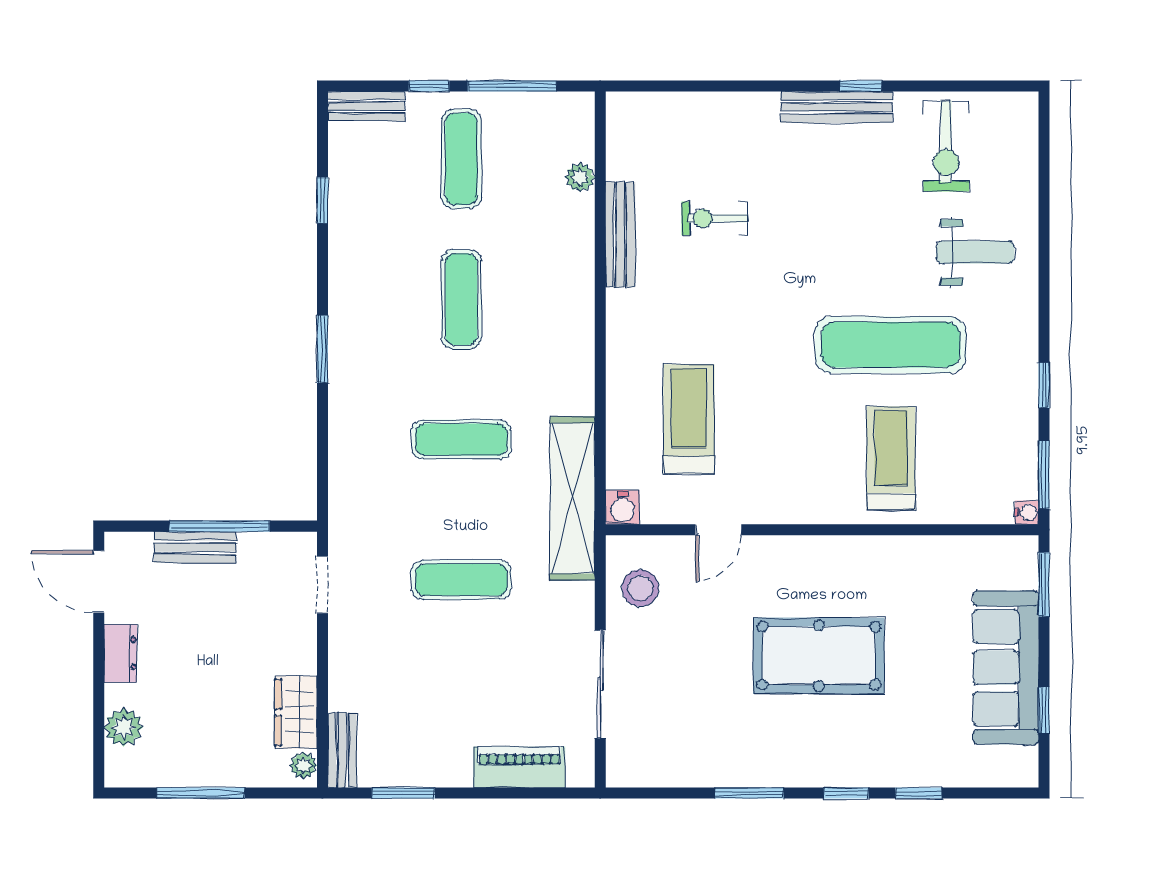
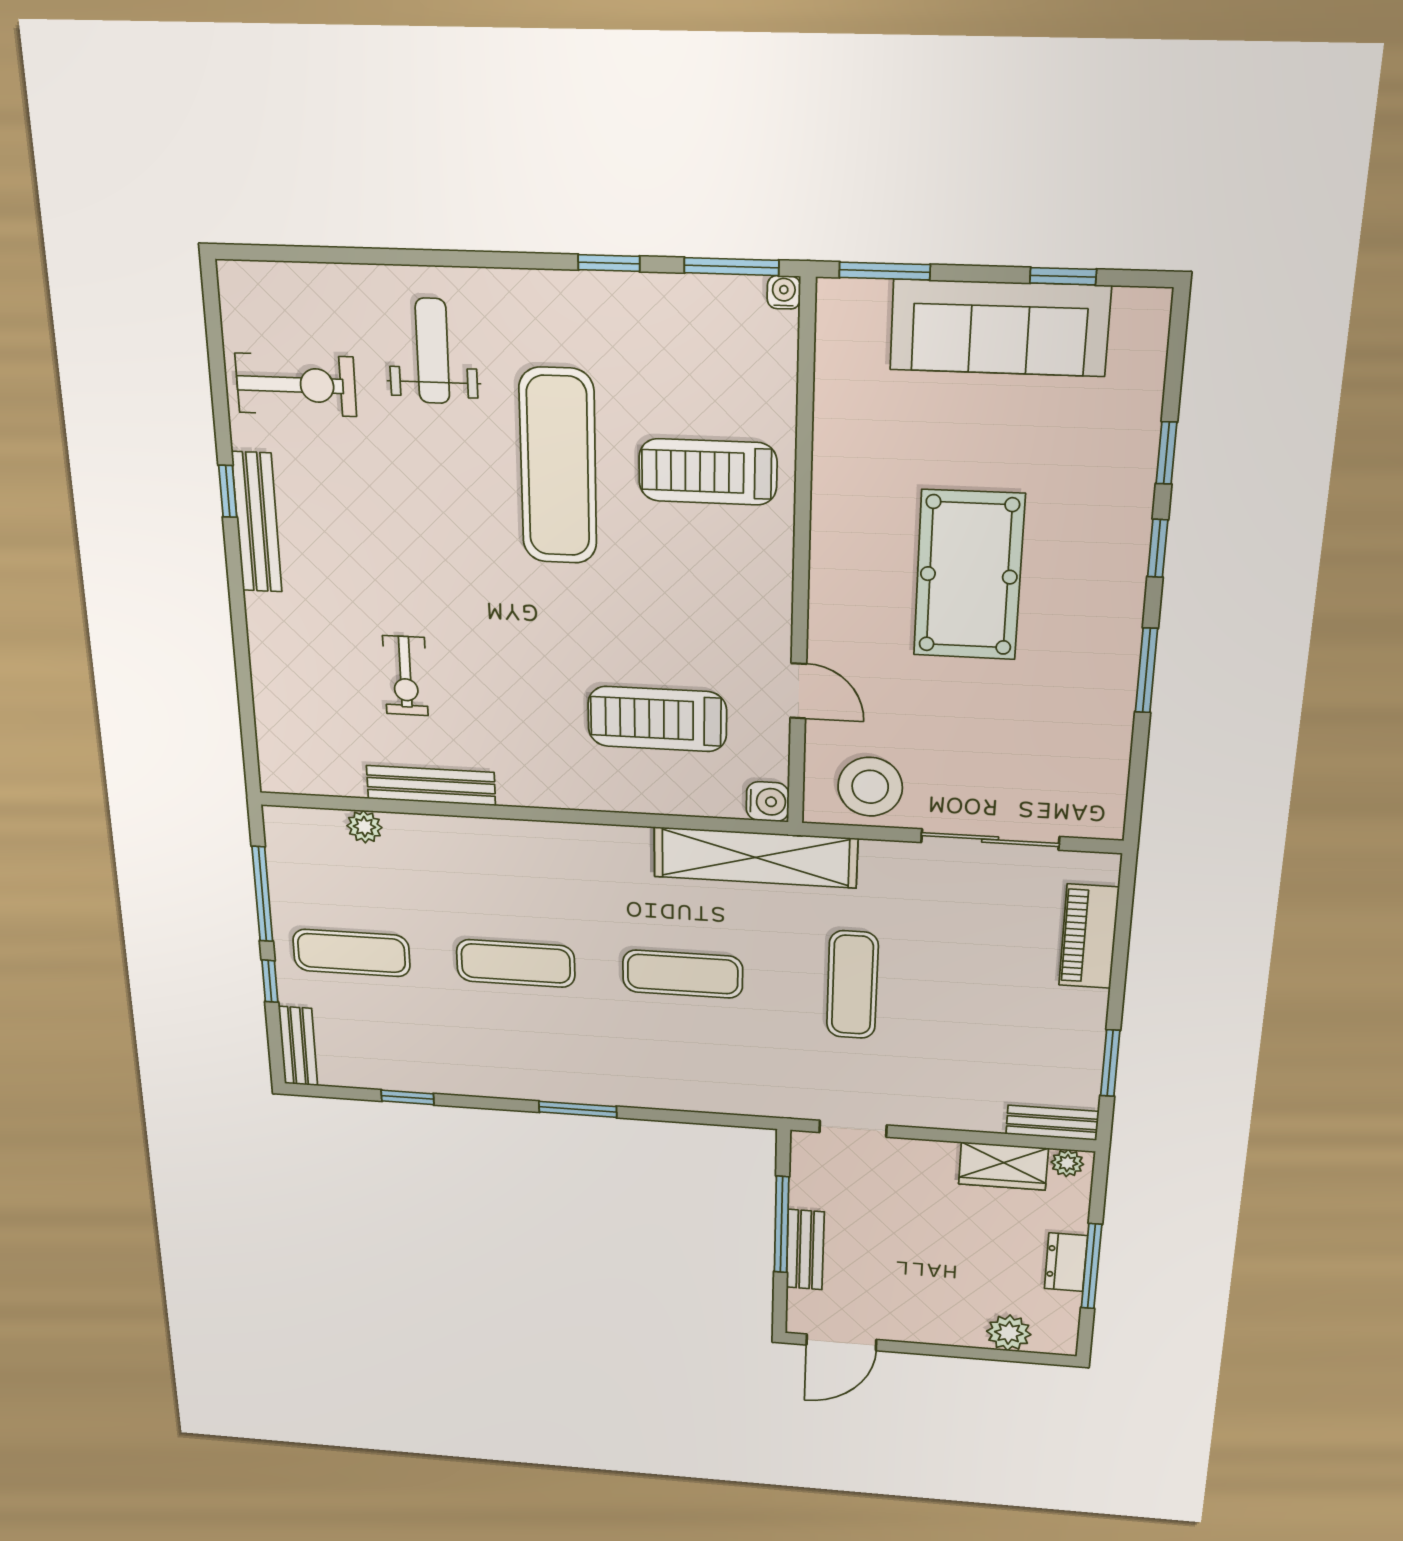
exercise mat: (461, 440) -> (683, 974), turned 90
stool: (640, 588) -> (870, 787), width x1.38, depth x1.38
dresser: (121, 653) -> (1066, 1262), moved, turned -90

